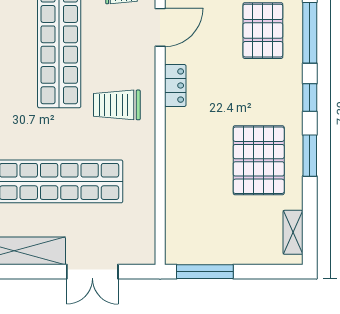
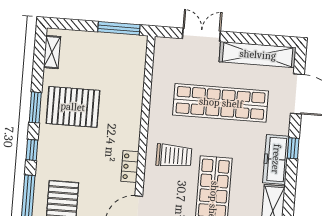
pallet: (259, 160) -> (73, 107), turned 90

